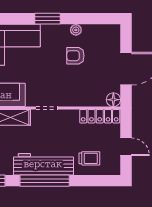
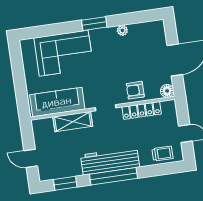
armchair: (75, 56) -> (135, 90), moved
locker: (100, 116) -> (142, 110), moved
trolley: (89, 158) -> (162, 154), moved

